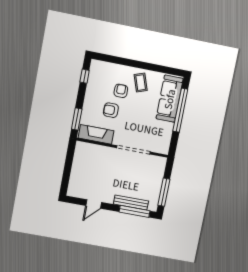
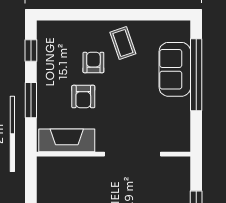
sofa: (170, 99) -> (175, 69), width x0.73
armchair: (111, 110) -> (83, 97), turned -90
window: (77, 119) -> (31, 100), moved

